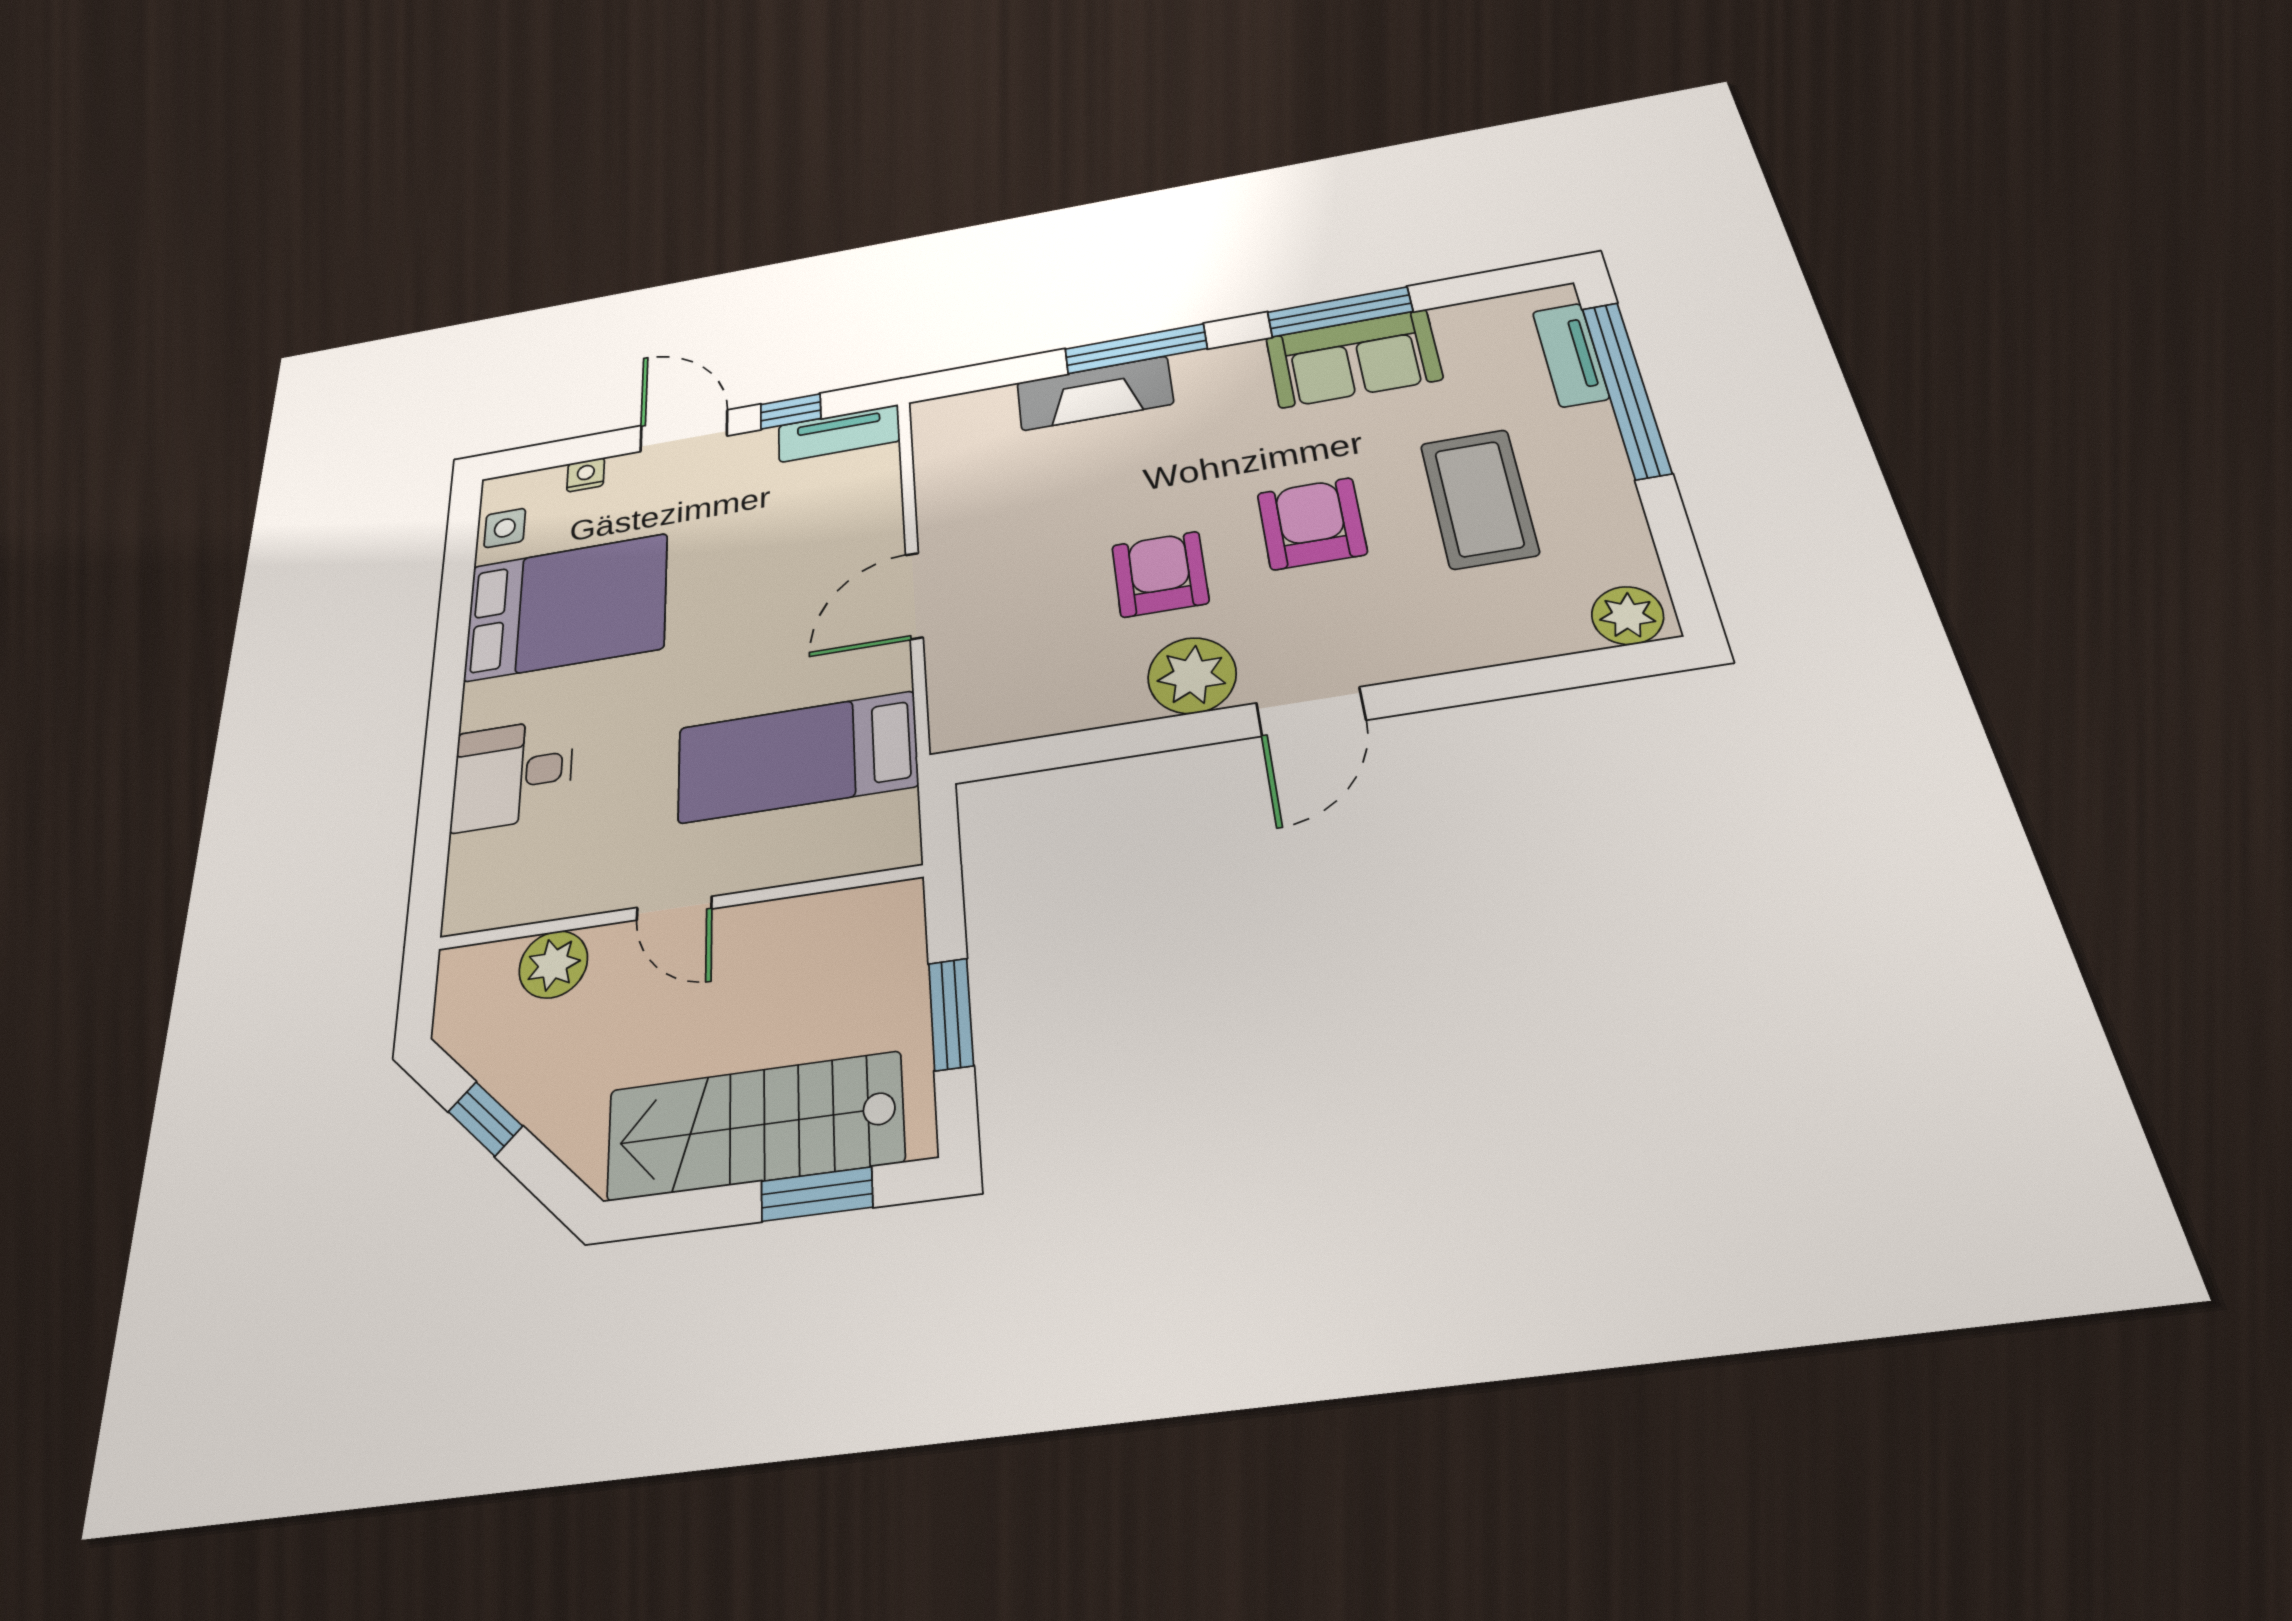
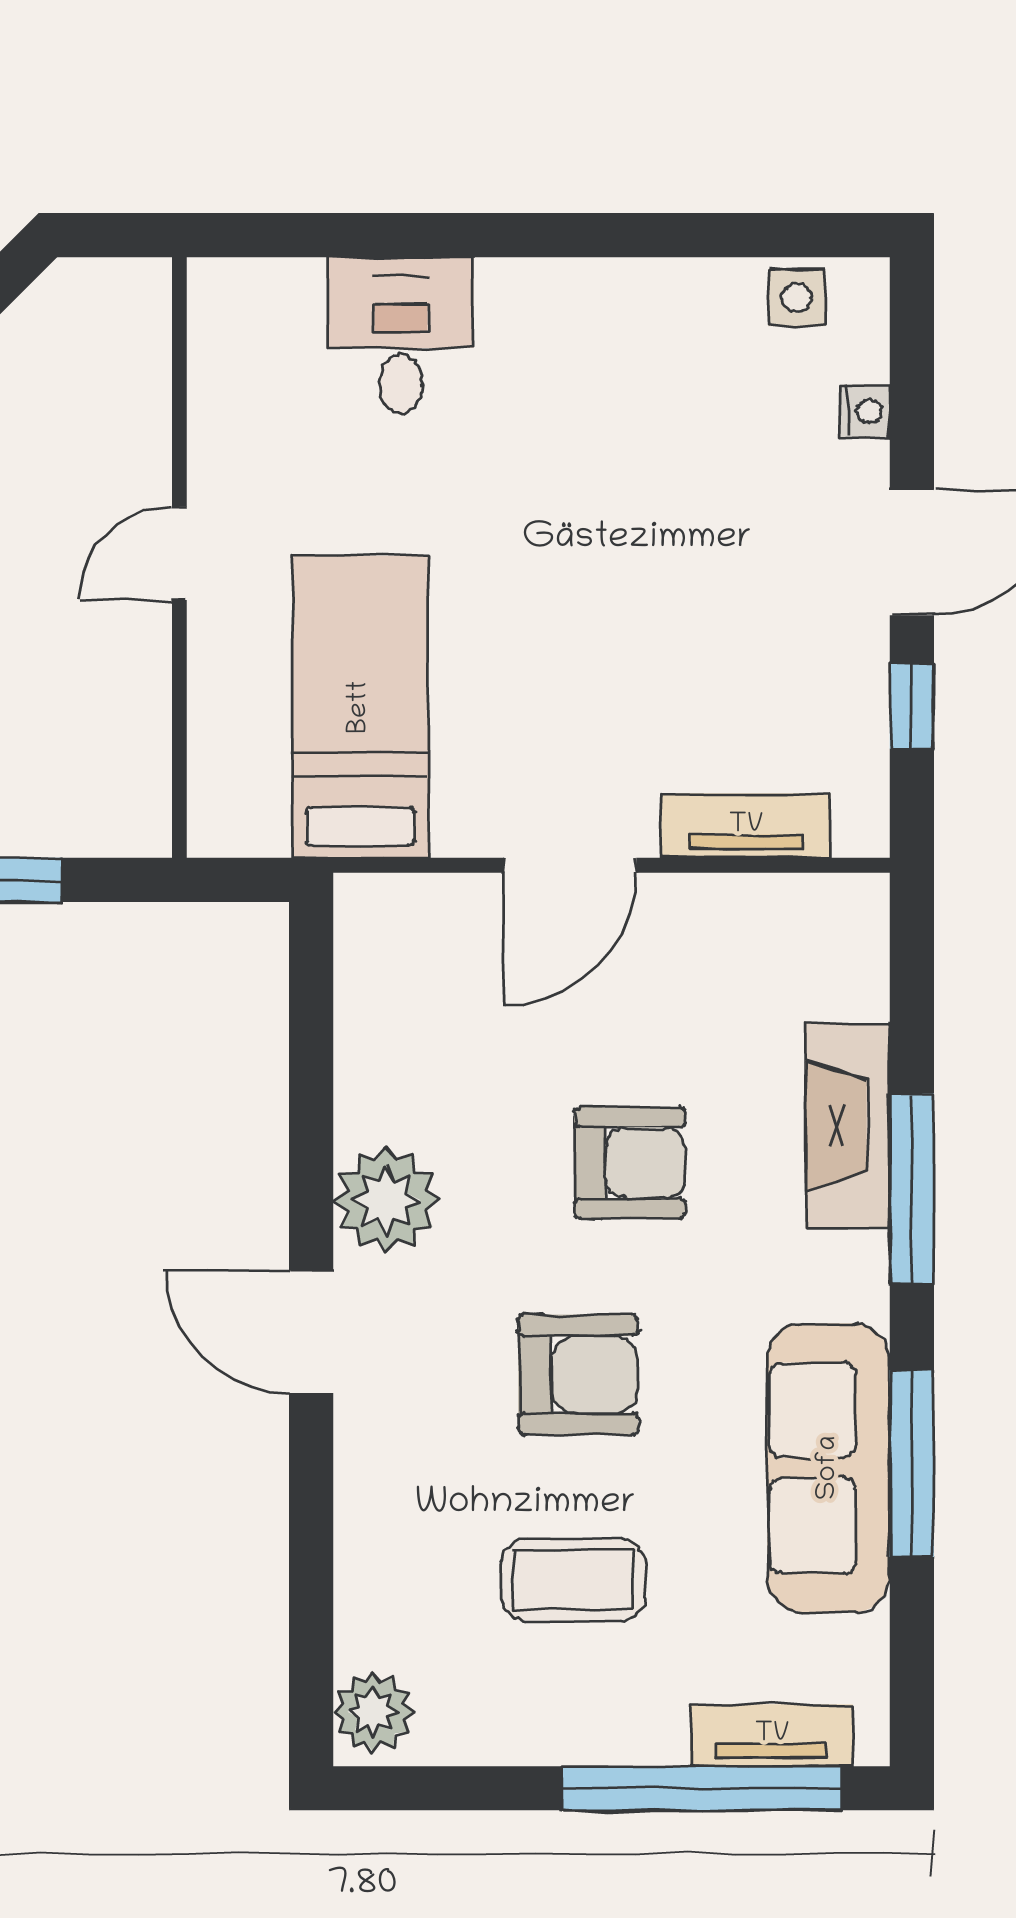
sofa: (1353, 358) -> (829, 1468), width x1.36
tv unit: (839, 433) -> (746, 826), moved, turned 90
coffee table: (1479, 499) -> (573, 1580), width x0.73, depth x0.76
armchair: (1160, 574) -> (630, 1163), moved
door: (914, 596) -> (570, 865), swing flipped
bed: (566, 607) -> (646, 395), removed
plant: (553, 964) -> (130, 405), removed

